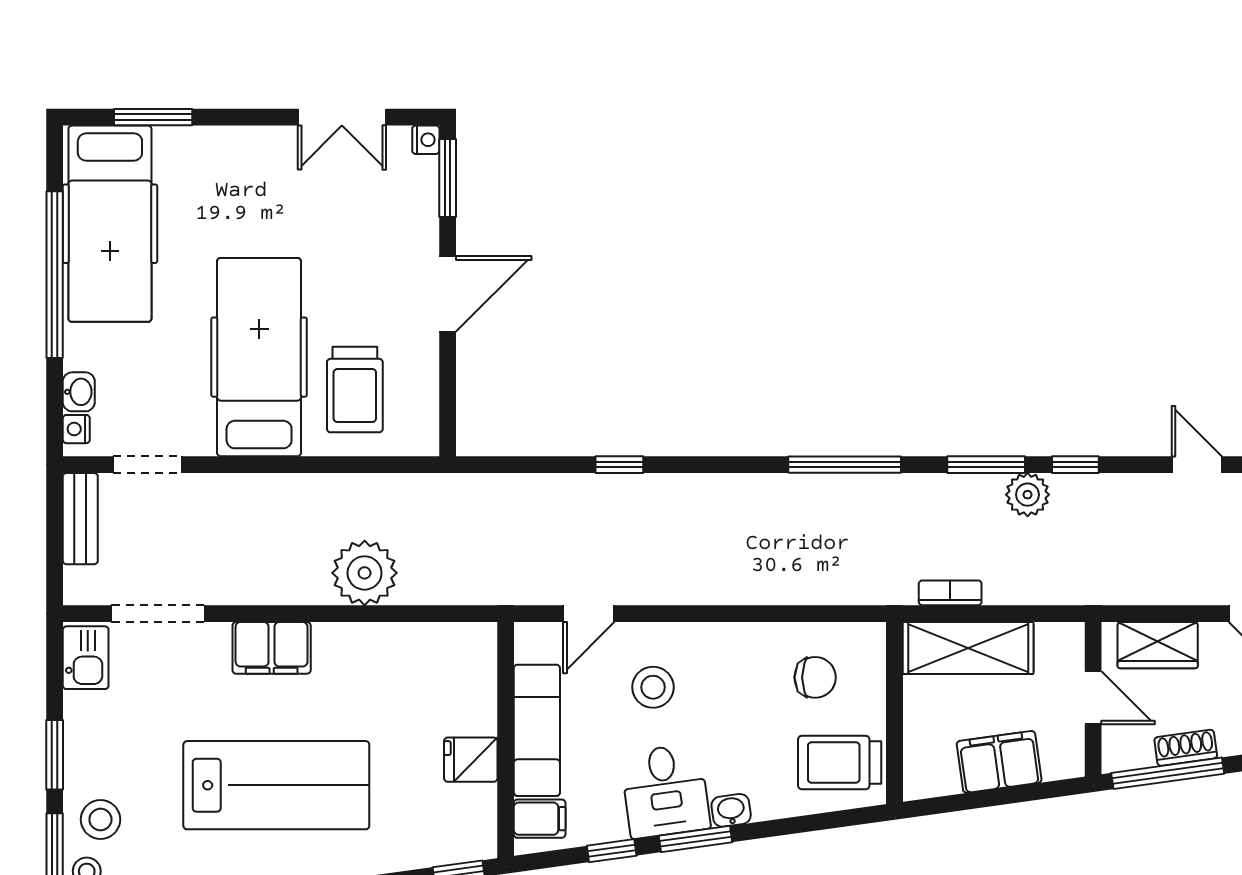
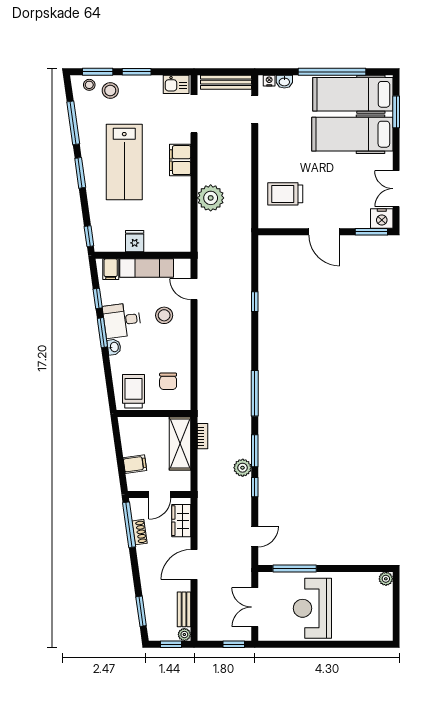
nightstand: (426, 140) -> (382, 218), width x1.89, depth x1.79
hospital bed: (259, 357) -> (352, 134), moved, turned 180
bench: (80, 519) -> (226, 82), width x1.36
filing cabinet: (999, 762) -> (135, 464), width x0.50

